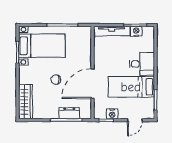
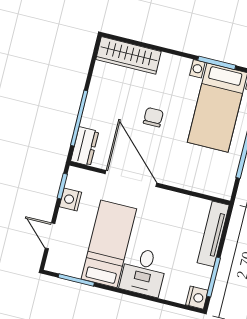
nightstand: (136, 31) -> (197, 298), moved
dresser: (69, 113) -> (85, 146), moved

